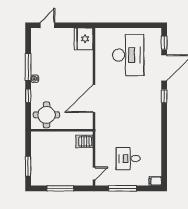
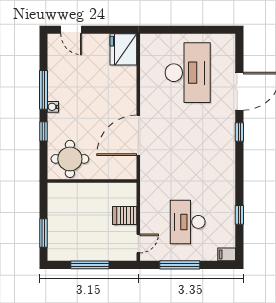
door: (47, 25) -> (71, 30), swing flipped
window: (164, 43) -> (239, 215), moved
server rack: (84, 141) -> (125, 215), moved
desk: (128, 159) -> (188, 222), width x1.37

